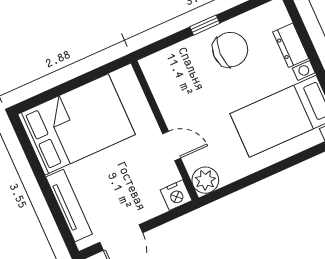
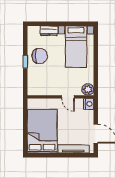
chair: (230, 50) -> (40, 56), turned 90
door: (172, 146) -> (68, 97), swing flipped

